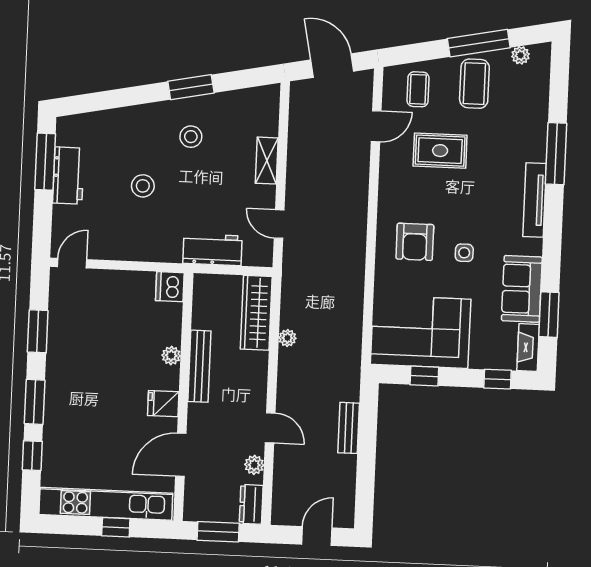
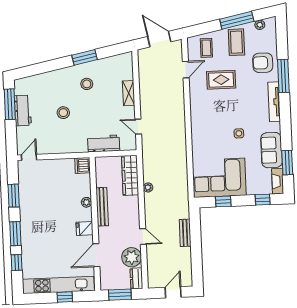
armchair: (415, 242) -> (263, 63), moved, turned 90
plant: (254, 465) -> (132, 257), width x1.88, depth x1.88

